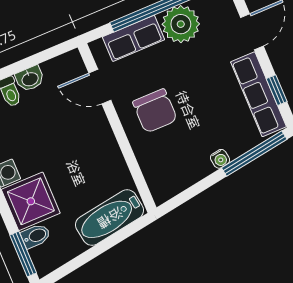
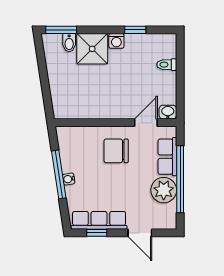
washbasin: (30, 79) -> (168, 112), moved, turned 90
window: (254, 153) -> (59, 174), moved
bathtub: (110, 218) -> (61, 94), removed

